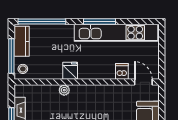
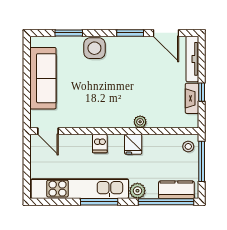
plant: (66, 31) -> (137, 191), added
kitchen counter: (22, 41) -> (176, 190), moved, turned 90
dishwasher: (122, 71) -> (100, 144), moved

